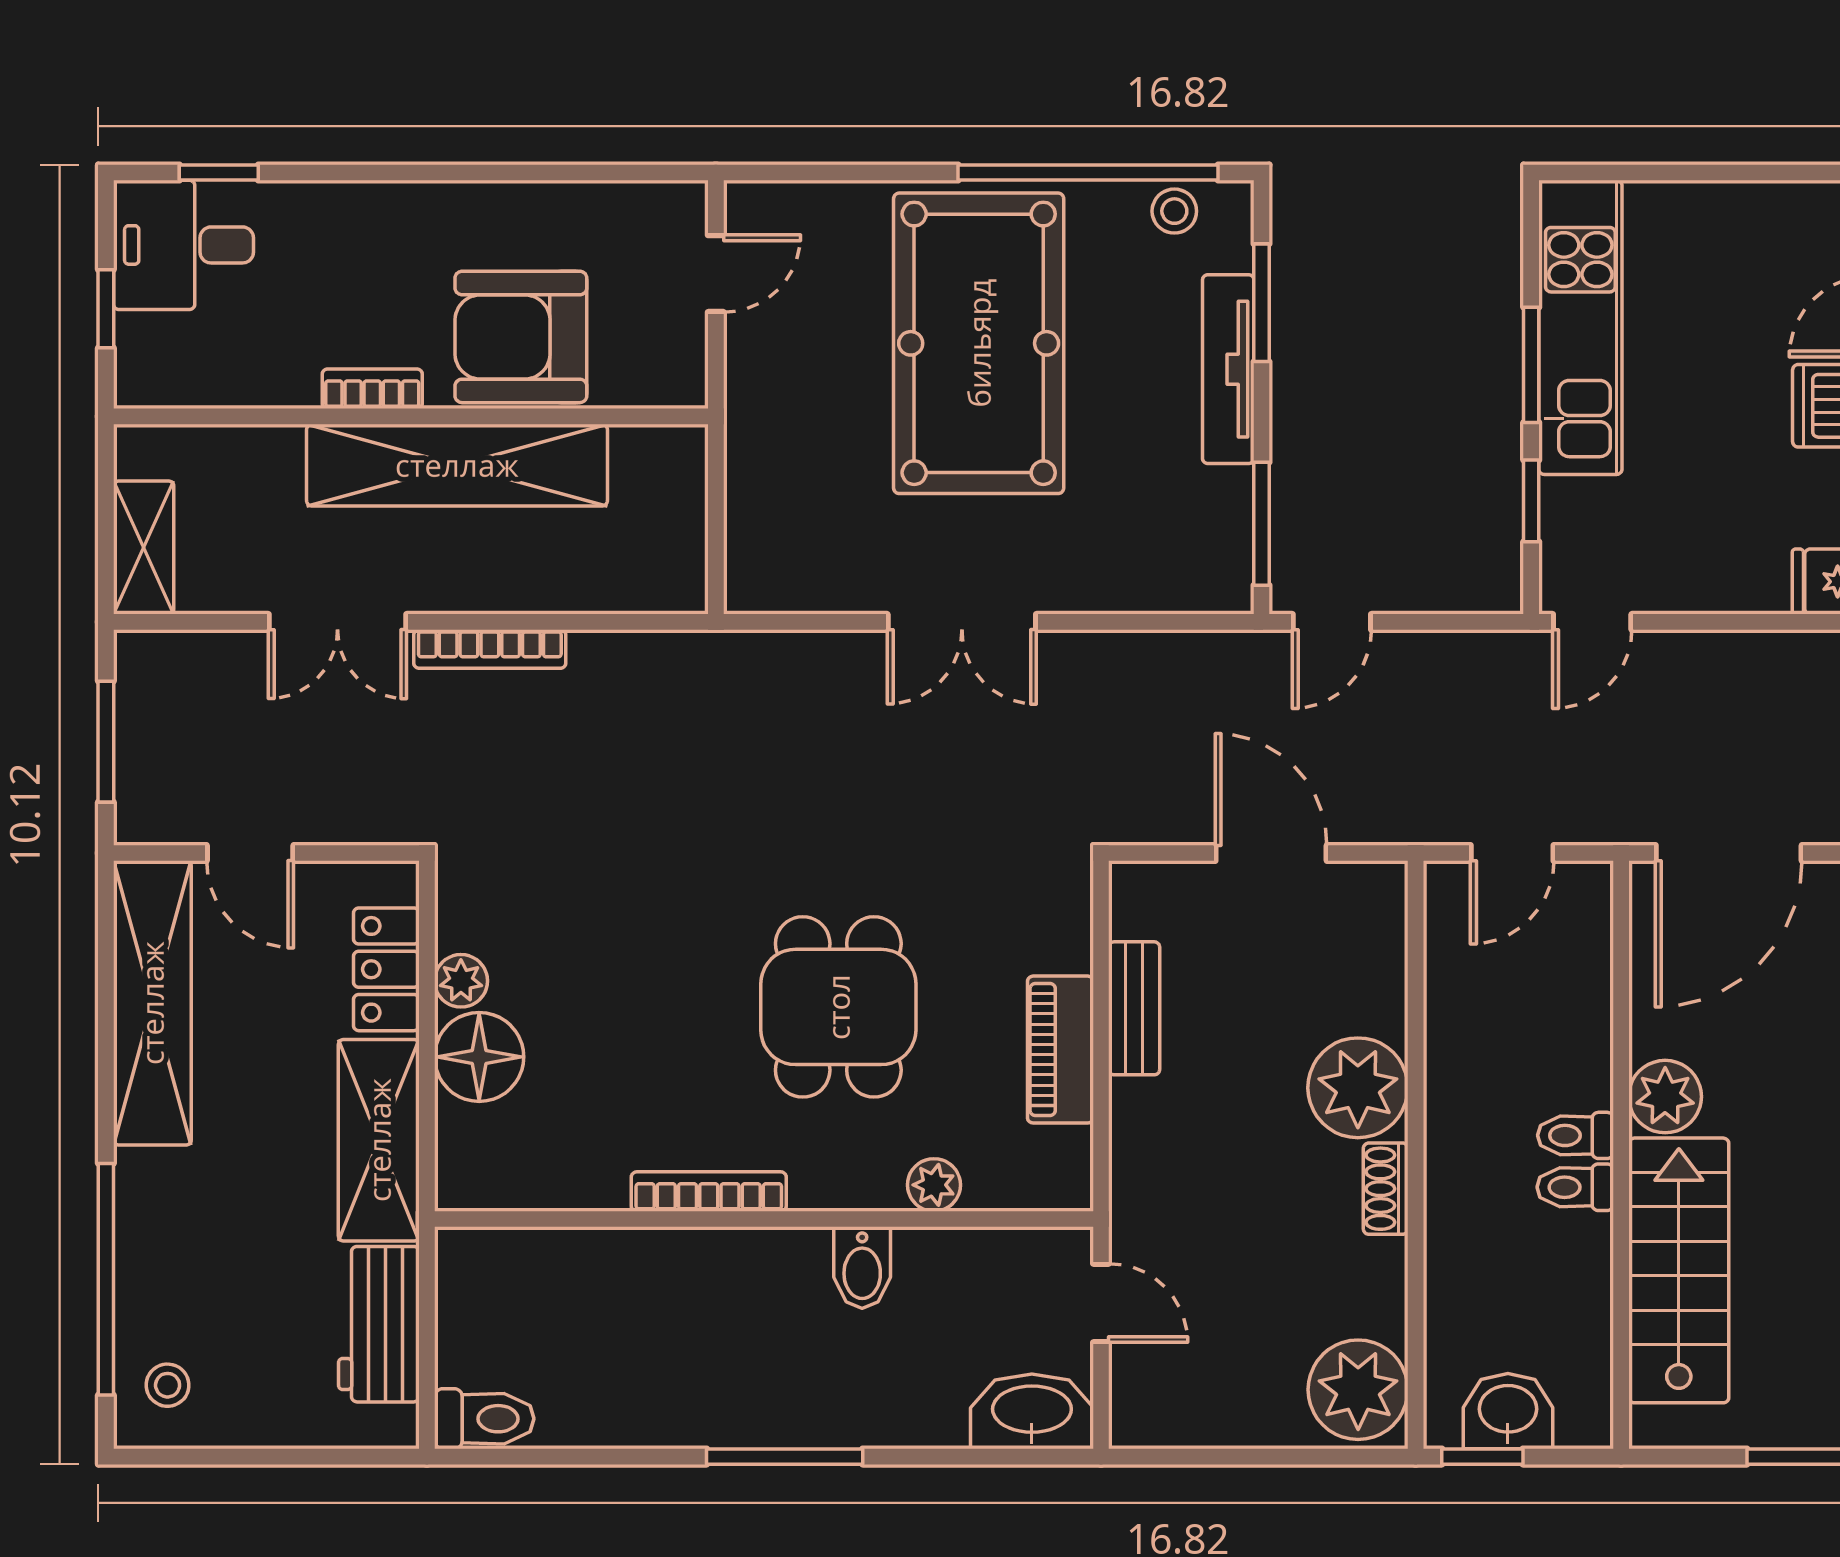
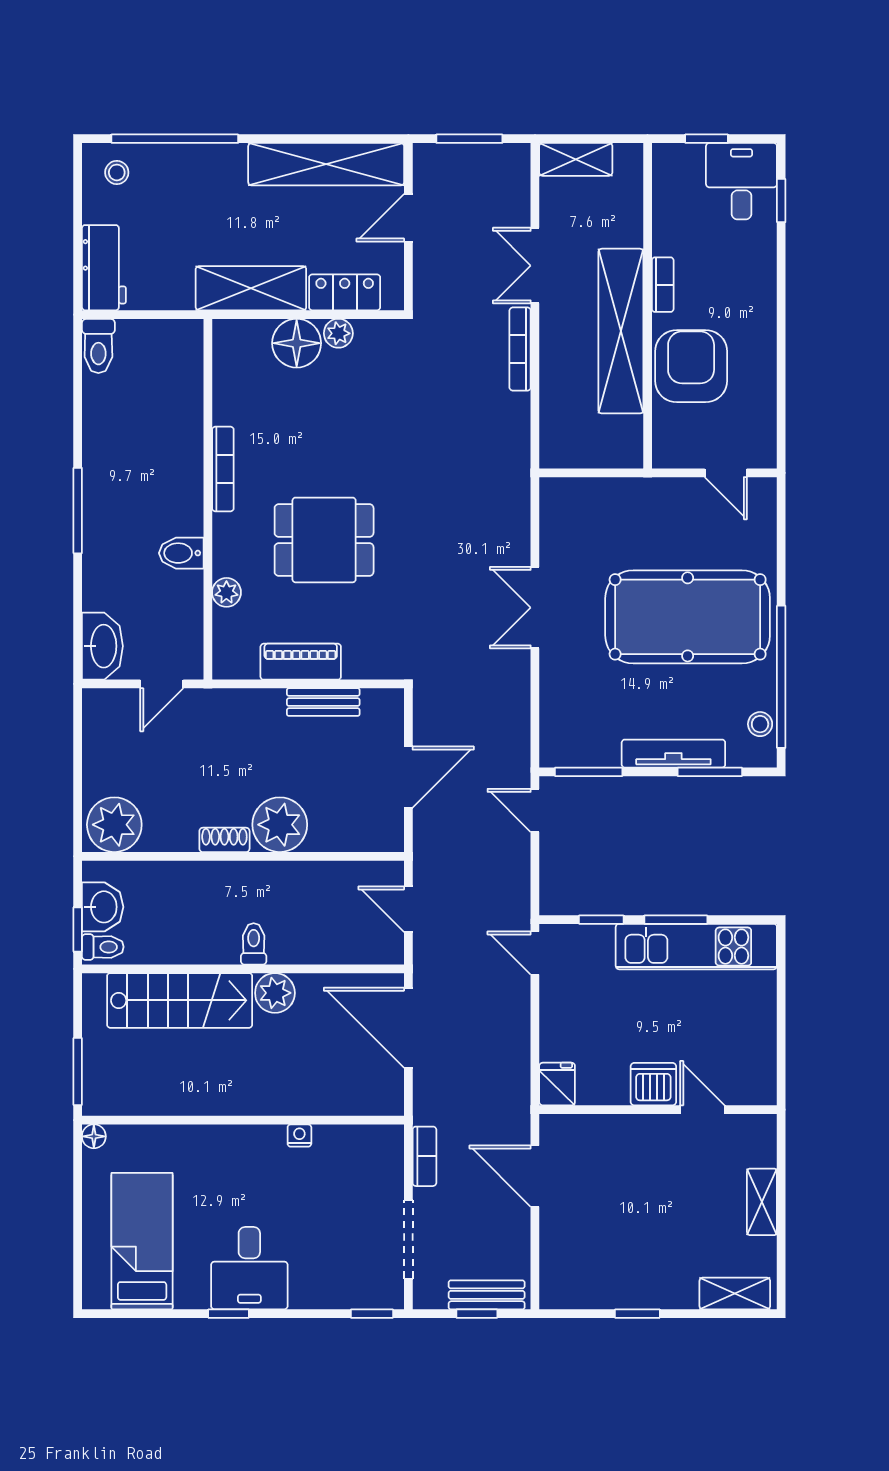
toilet: (1575, 1187) -> (103, 947), moved, turned 90
workbench: (379, 1324) -> (104, 268), moved, turned 90
window: (1482, 1457) -> (78, 929), moved

